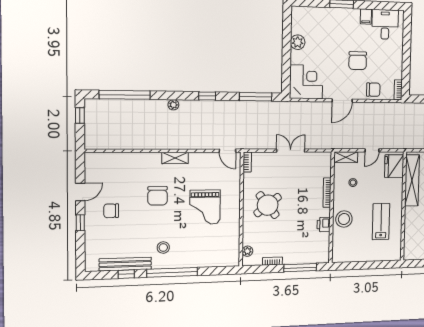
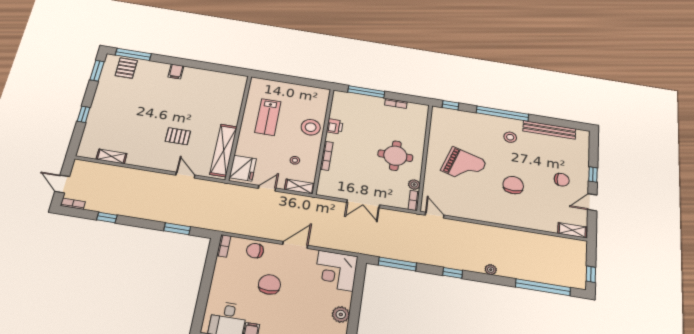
shelving: (175, 158) -> (572, 230), moved
round table: (268, 205) -> (395, 156), turned 38
grand piano: (205, 207) -> (464, 166), turned 108
plant: (247, 251) -> (414, 185), moved
window: (126, 274) -> (450, 105), moved

